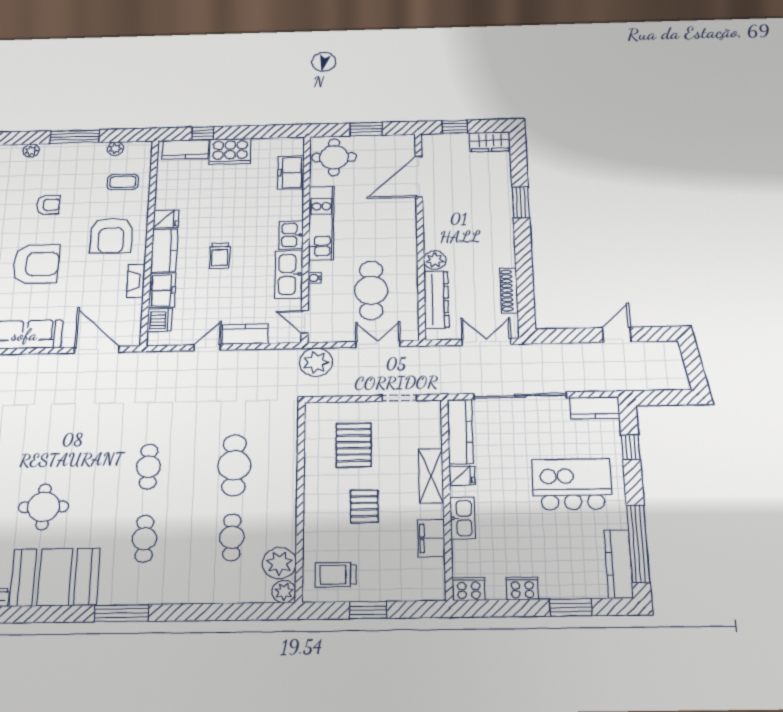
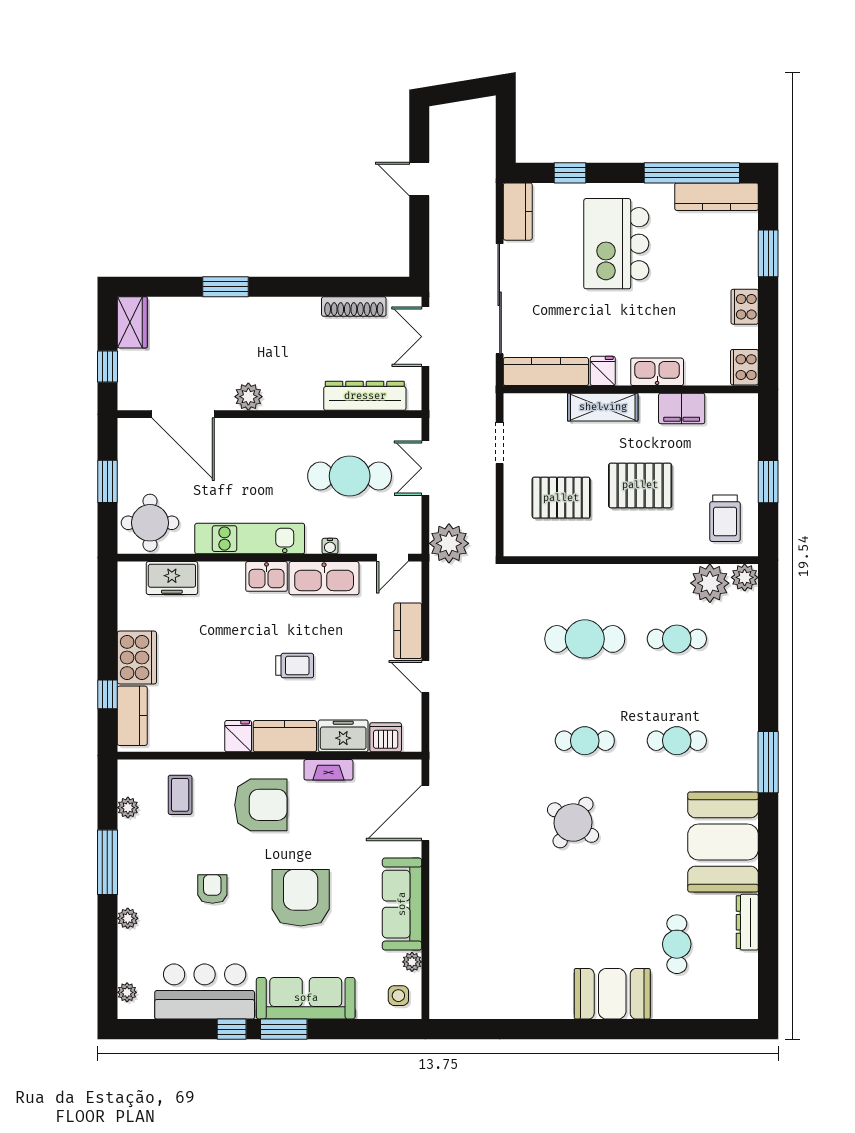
plant: (435, 260) -> (248, 397), moved
pallet: (364, 506) -> (640, 485), width x1.50, depth x1.42
round table: (44, 507) -> (573, 823), moved, turned 35

